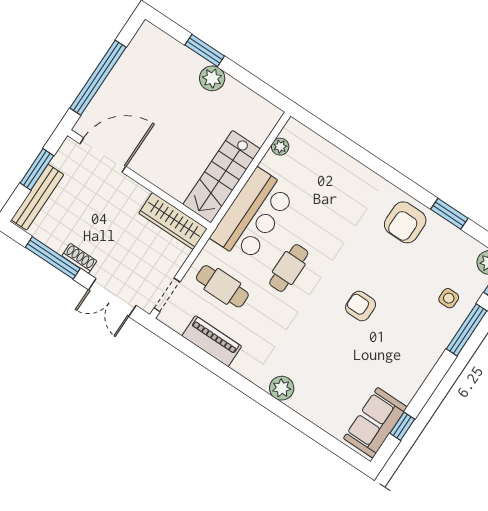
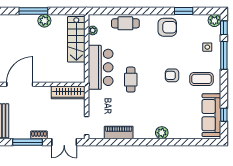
window: (205, 51) -> (33, 11), width x1.44
stairs: (222, 177) -> (76, 39), moved
armchair: (405, 222) -> (167, 27), turned -90
cafe table: (222, 286) -> (125, 23), moved
coffee table: (405, 344) -> (201, 79), added
sofa: (375, 423) -> (211, 115), width x1.36

